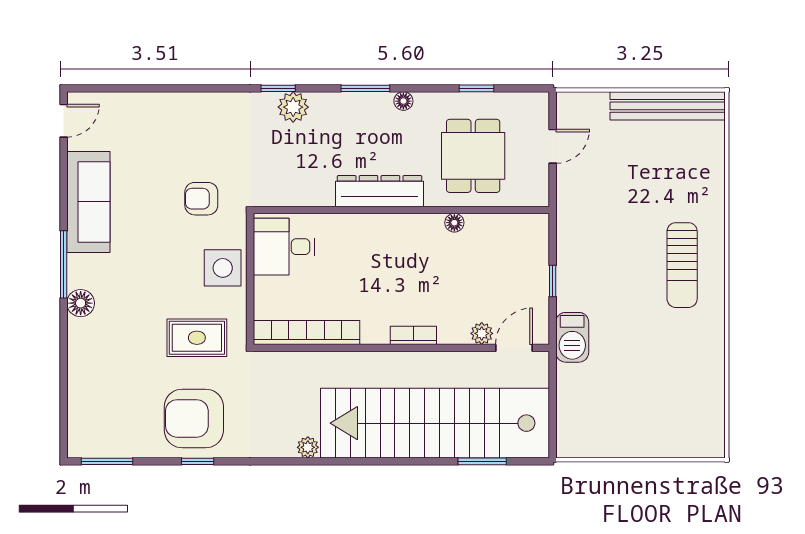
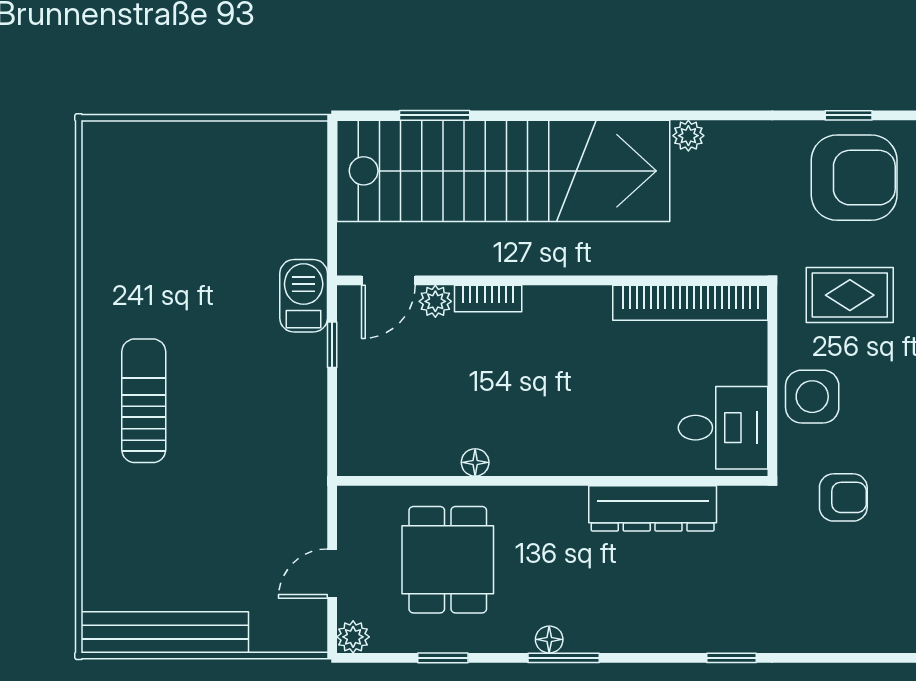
window: (365, 88) -> (564, 658), moved
plant: (293, 107) -> (353, 637), moved, width x0.73, depth x0.73
dresser: (379, 191) -> (653, 508), moved
window: (553, 281) -> (332, 345), moved
bookcase: (413, 335) -> (488, 299), moved

